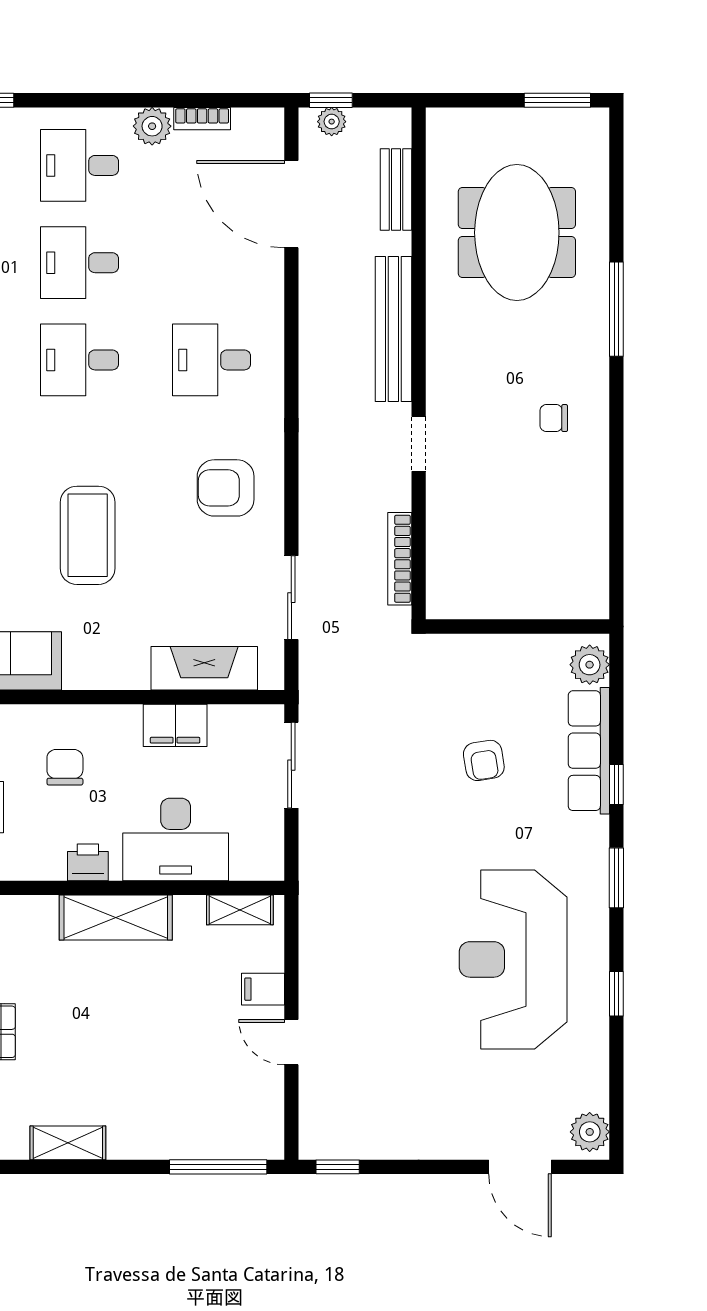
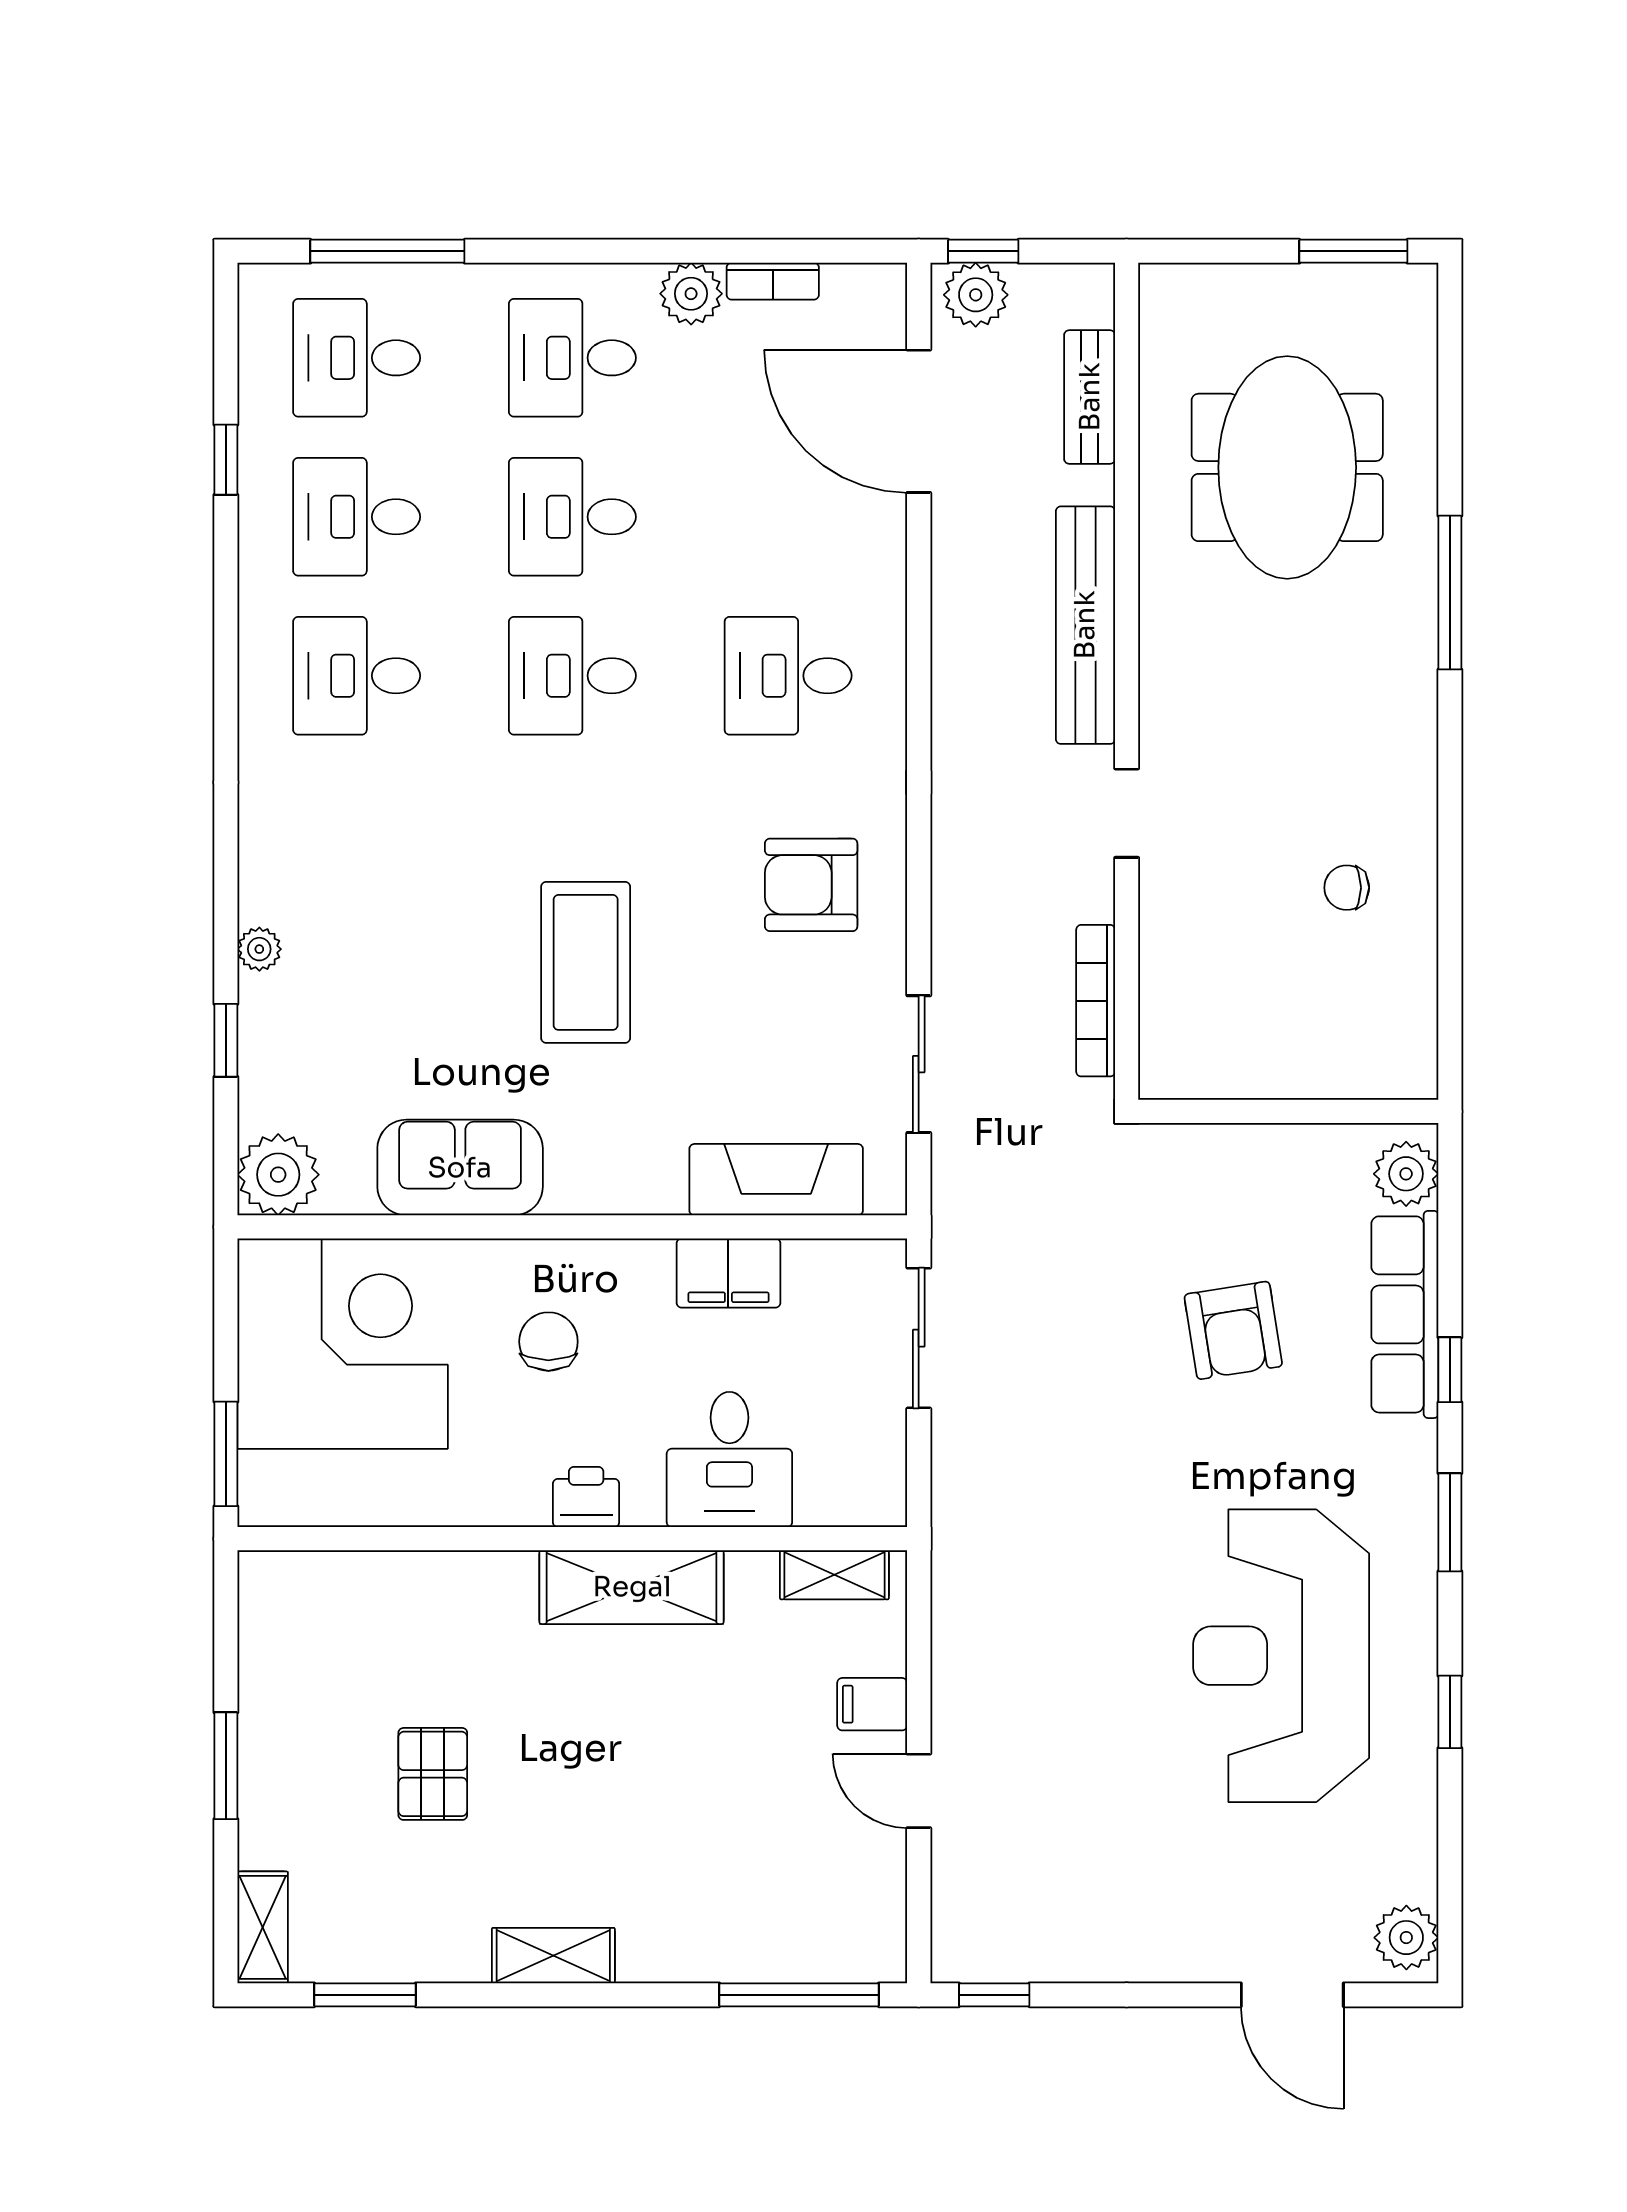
plant: (332, 122) -> (976, 295), width x1.38, depth x1.38
chair: (554, 418) -> (1347, 888), moved
armchair: (484, 760) -> (1233, 1330), width x1.38, depth x1.38
desk: (176, 839) -> (729, 1460), width x0.73

